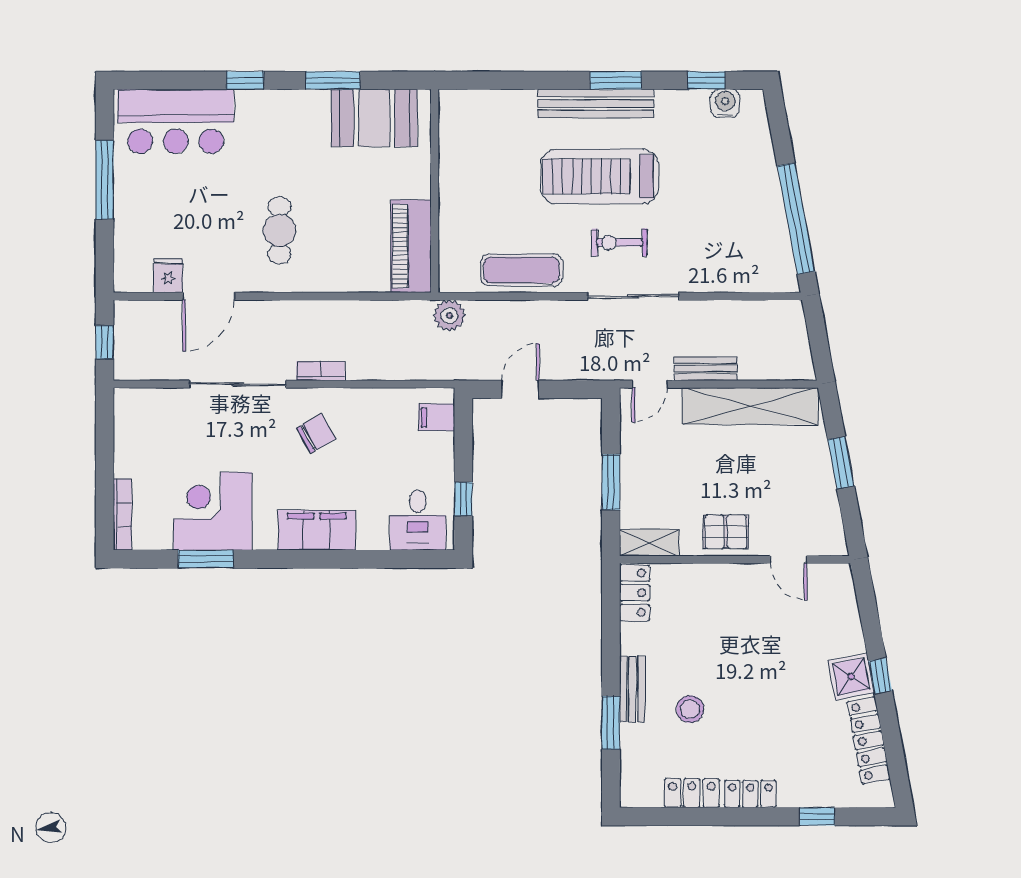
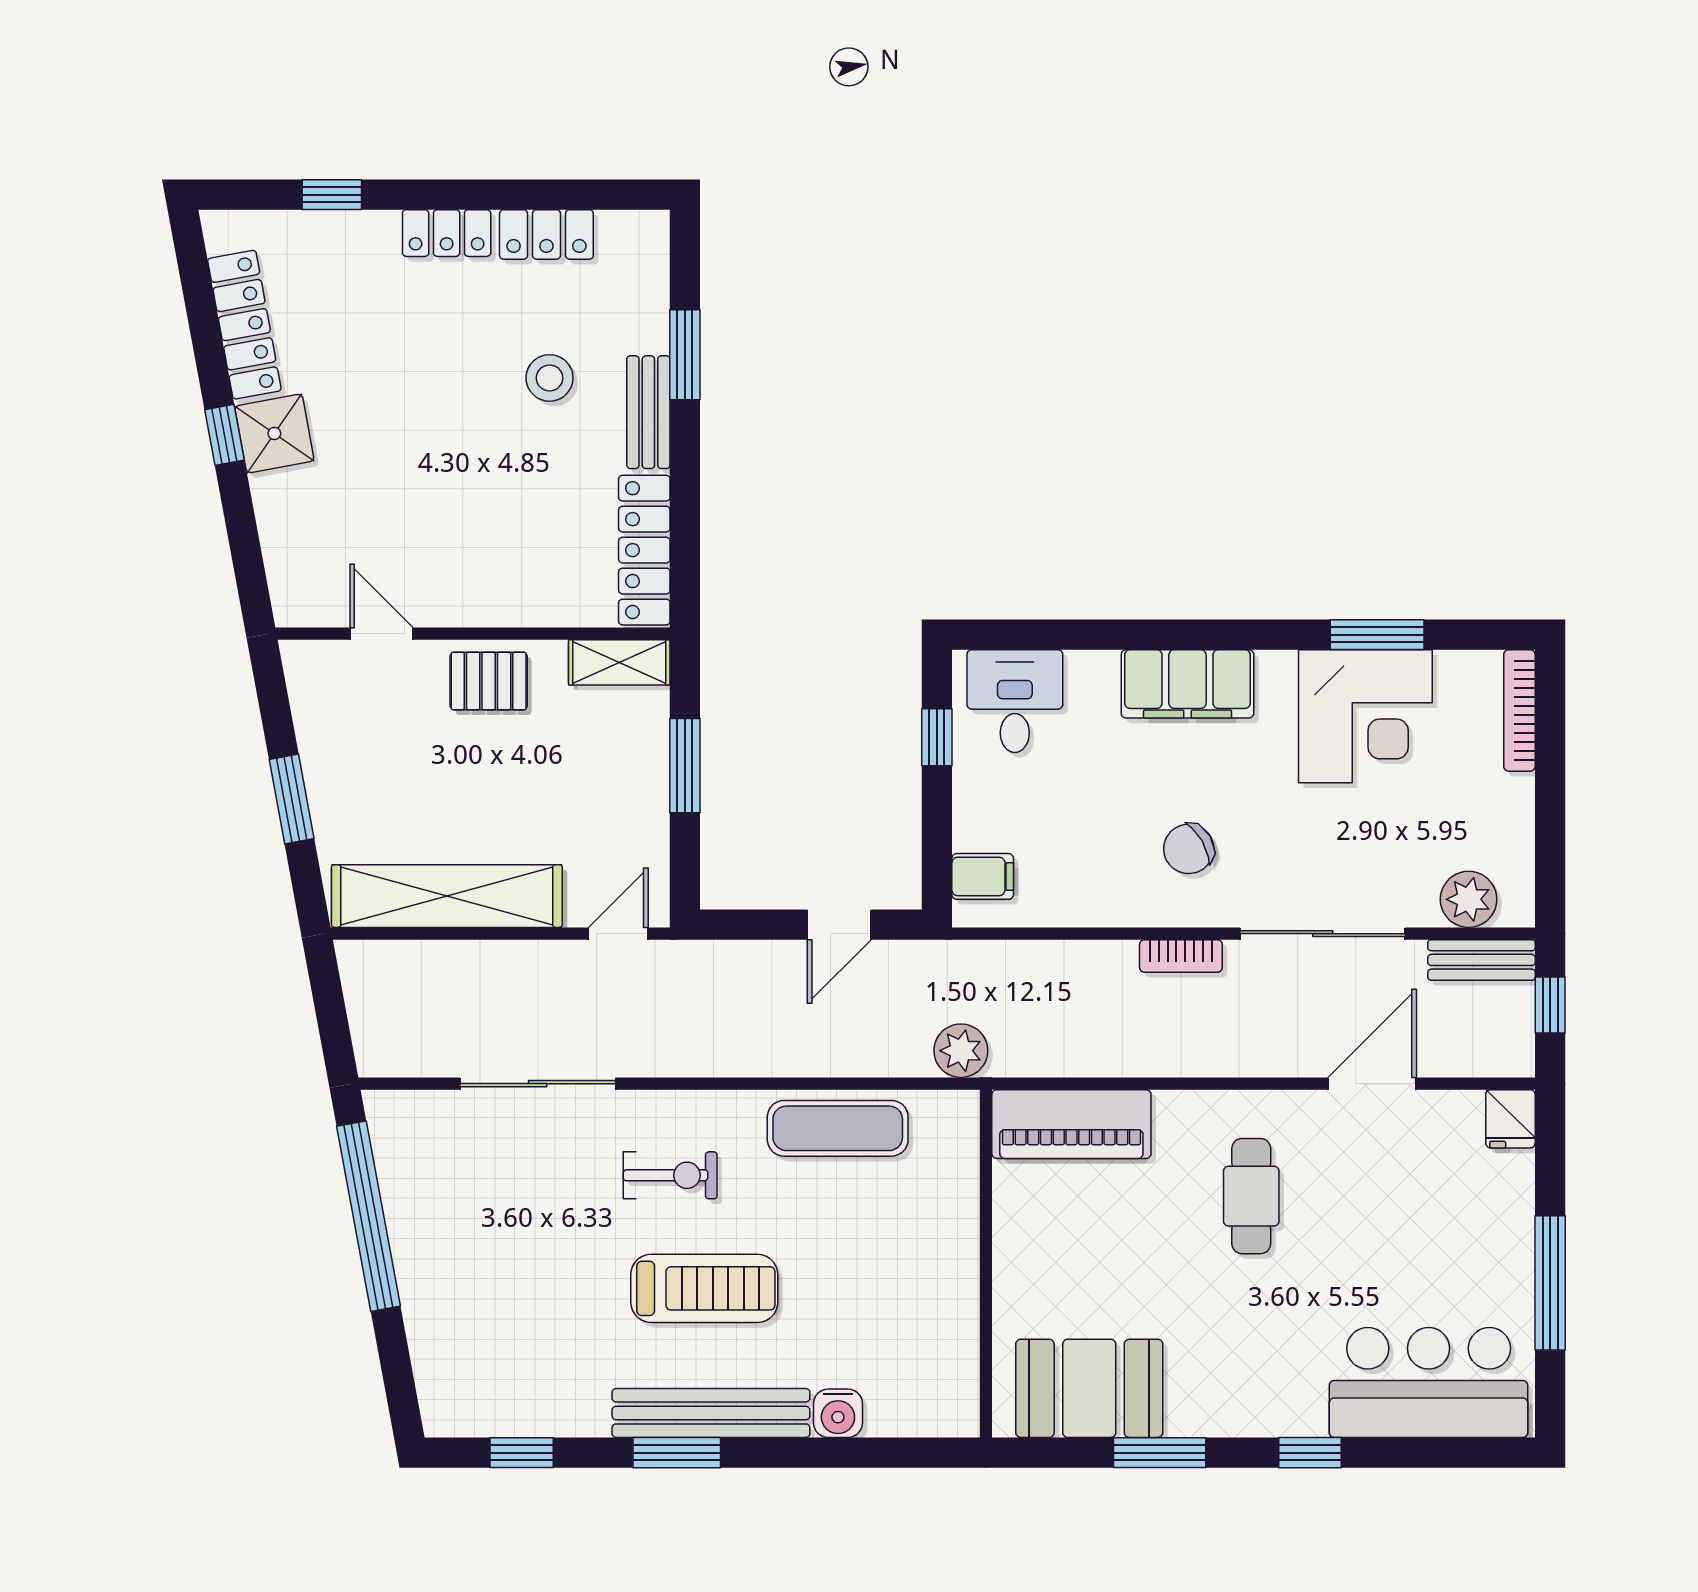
water cooler: (725, 103) -> (838, 1413), moved
treadmill: (599, 176) -> (704, 1288), width x0.73, depth x0.73
piano: (411, 246) -> (1071, 1124), moved, turned 90
fridge: (168, 276) -> (1510, 1119), moved
sliding door: (633, 296) -> (538, 1084), moved
bench: (706, 369) -> (1481, 960), moved
plant: (152, 404) -> (1469, 899), added
locker: (635, 593) -> (644, 550), width x1.53

